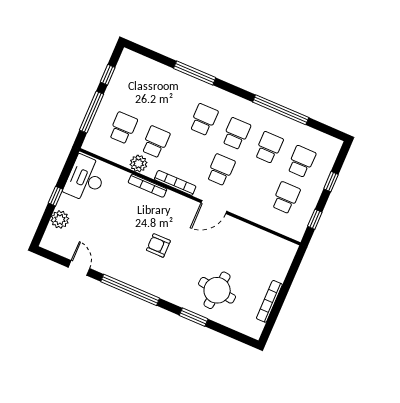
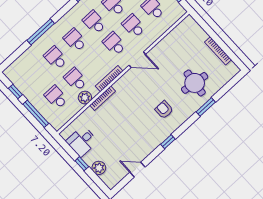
school desk: (171, 106) -> (56, 58), added
desk: (85, 179) -> (82, 141), width x0.73
school desk: (253, 184) -> (134, 26), added
door: (214, 207) -> (137, 60), hinge flipped
armchair: (158, 245) -> (164, 110), moved, turned 90
window: (130, 290) -> (168, 142), width x0.32

